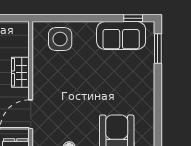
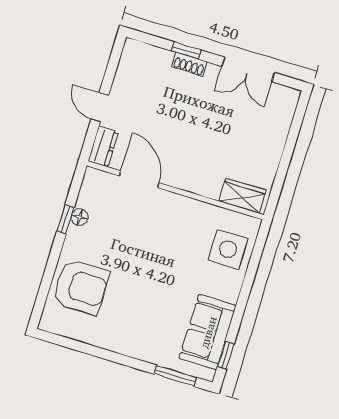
wardrobe: (20, 72) -> (243, 196), moved

